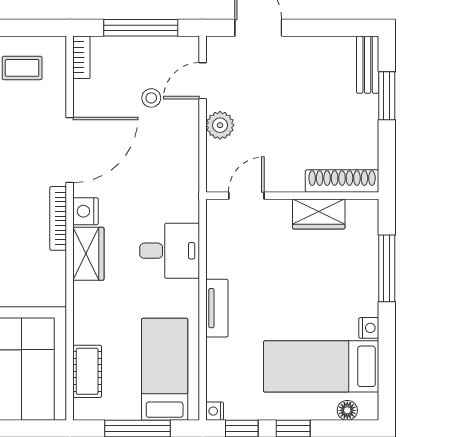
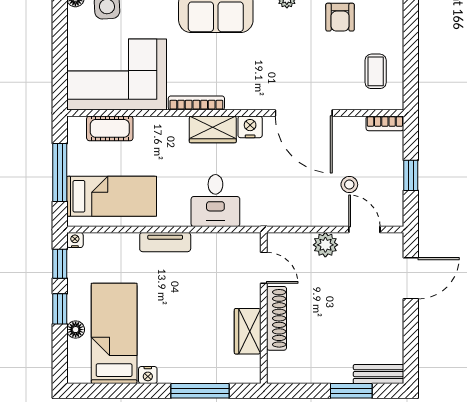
window: (141, 28) -> (411, 175), width x0.46
shoe rack: (342, 181) -> (277, 318), moved
bookcase: (58, 218) -> (196, 103), moved
floor lamp: (347, 410) -> (76, 330), moved

